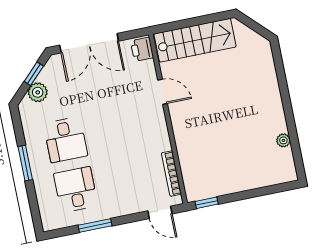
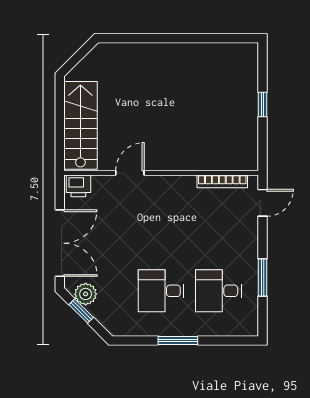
plant: (38, 92) -> (86, 294), moved
desk: (65, 140) -> (161, 291), turned 180
plant: (283, 140) -> (211, 50), removed
window: (207, 203) -> (263, 104), moved

